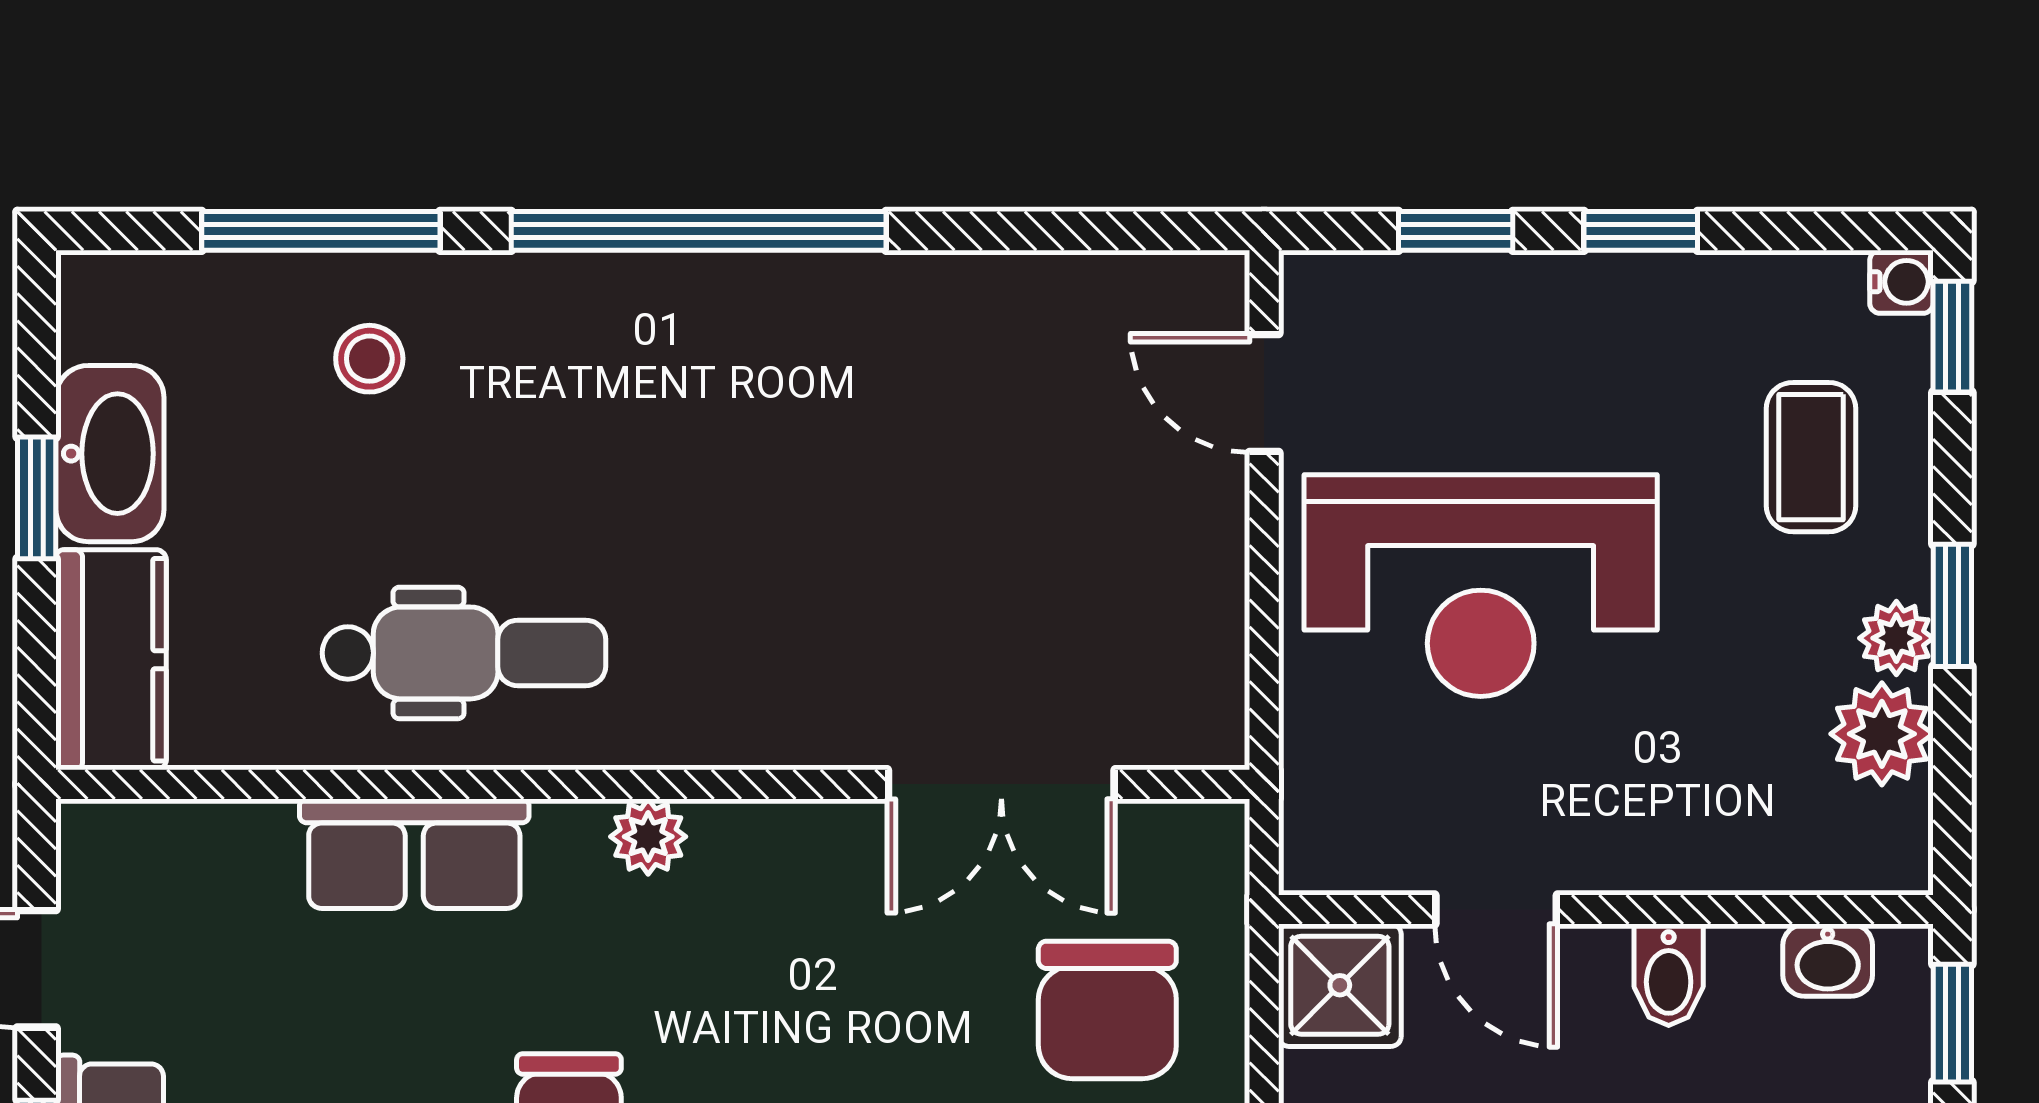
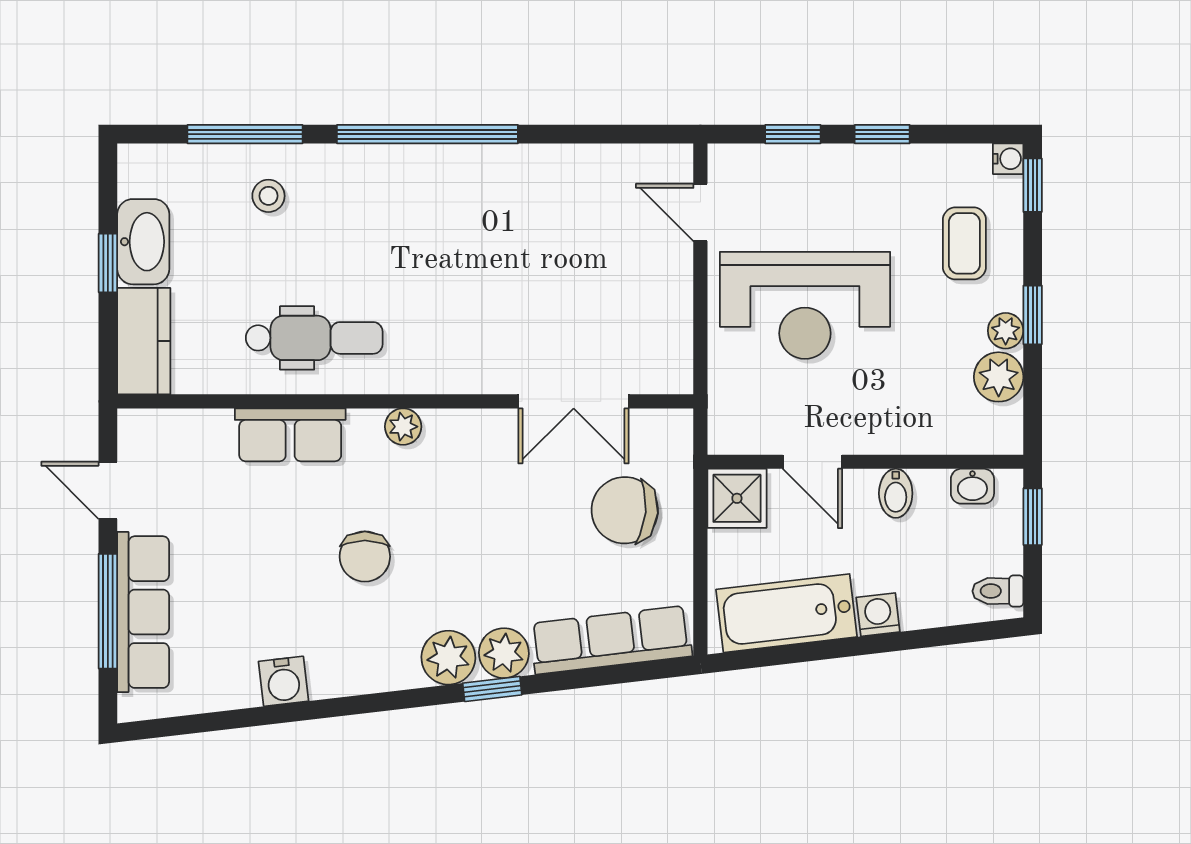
chair: (1107, 1010) -> (625, 510), turned 95

